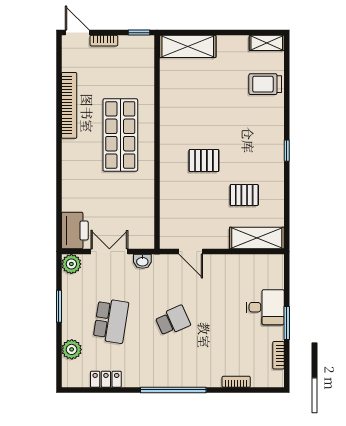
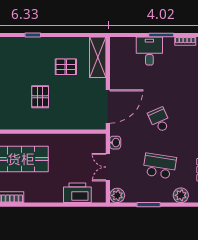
pallet: (244, 195) -> (66, 67), turned 90
printer: (75, 230) -> (77, 193), moved
door: (191, 252) -> (108, 106), width x1.87

